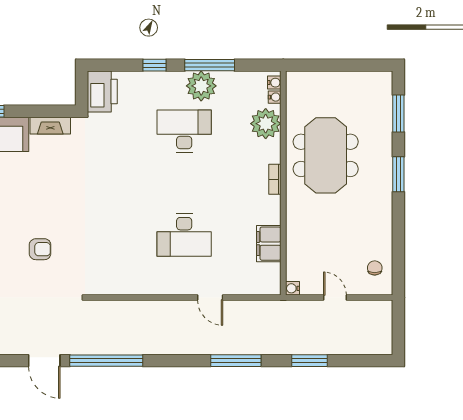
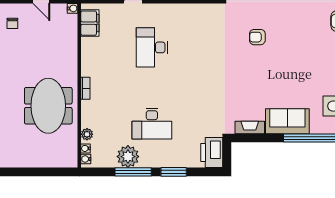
window: (154, 65) -> (174, 172), width x1.50
plant: (201, 86) -> (128, 157), moved
plant: (266, 124) -> (87, 134), width x0.53, depth x0.53
desk: (184, 235) -> (152, 47), turned -90
filing cabinet: (269, 244) -> (90, 23), moved

